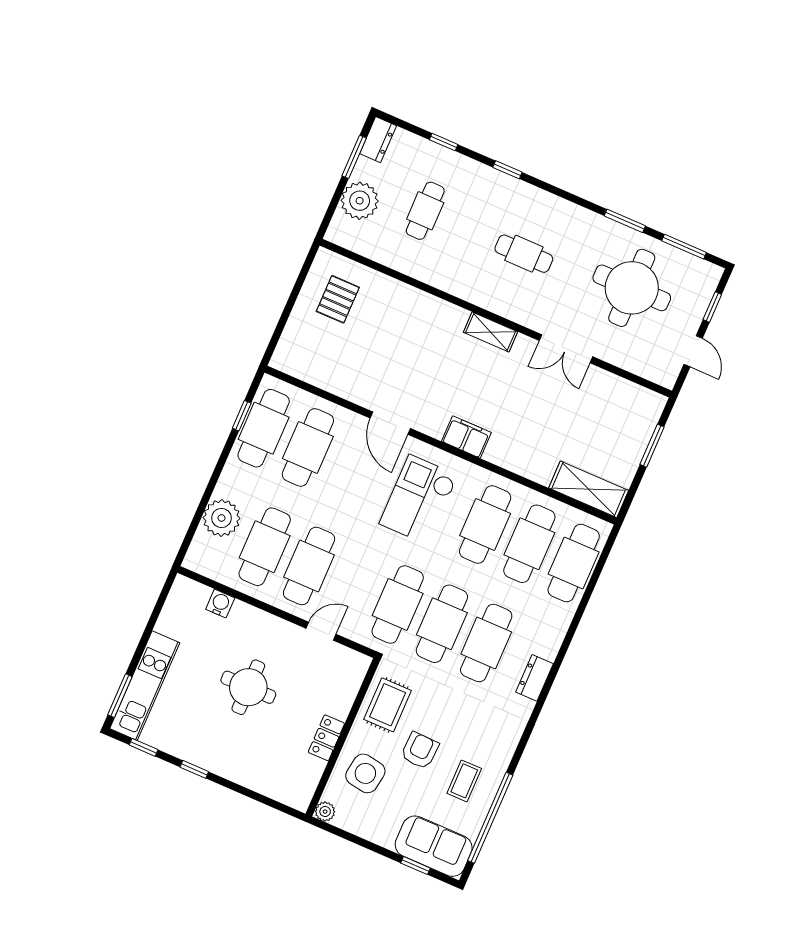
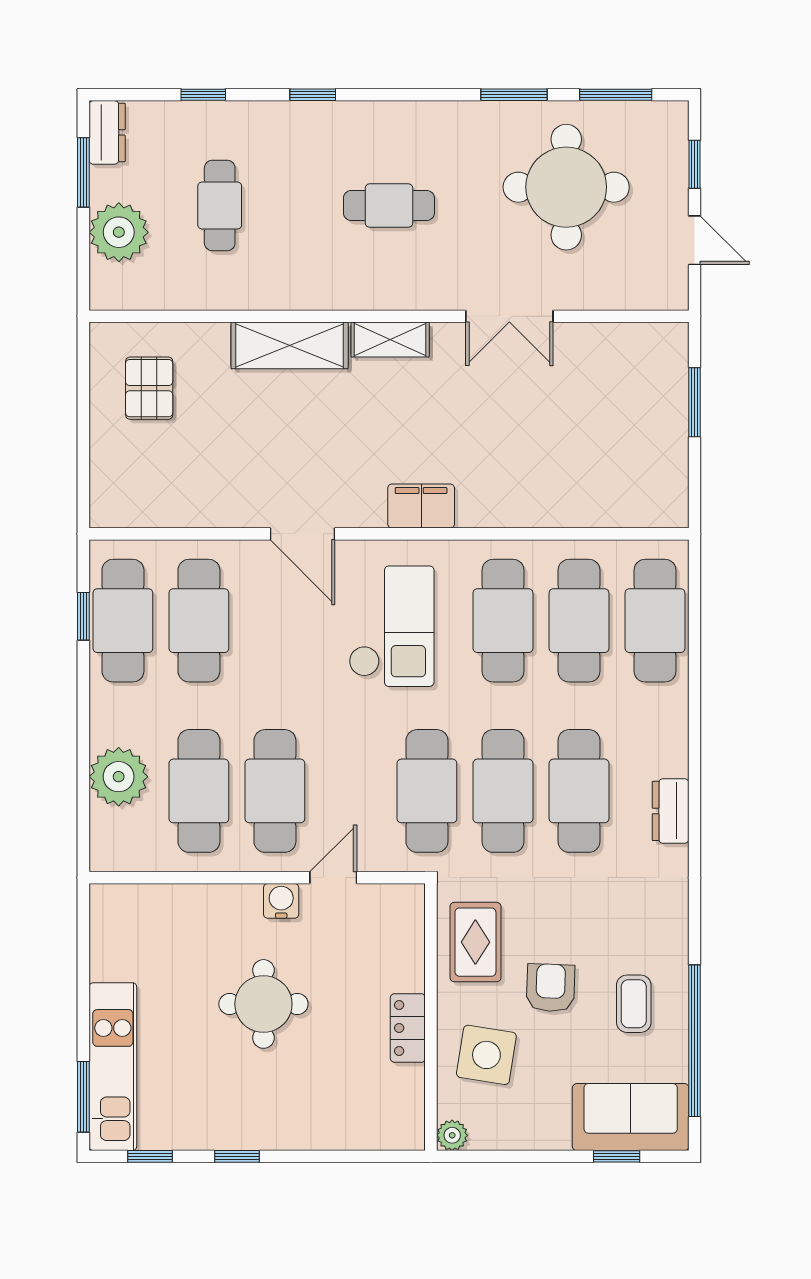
shelving: (589, 489) -> (290, 345), moved
checkout: (419, 499) -> (391, 626), turned 180
water cooler: (220, 604) -> (281, 901), moved

